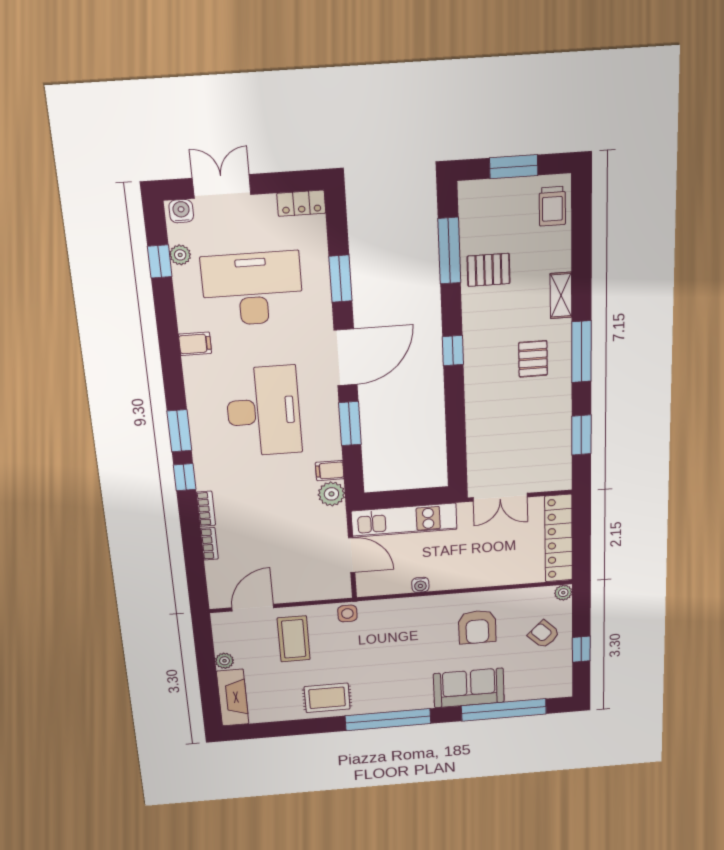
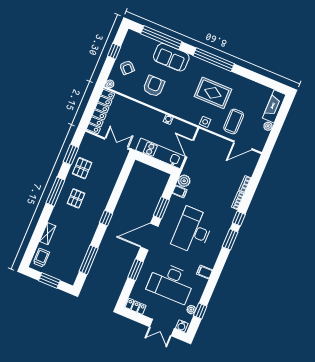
pallet: (489, 270) -> (82, 168), moved, turned 90
shelving: (561, 295) -> (48, 234), moved
rug: (327, 698) -> (213, 93), moved, width x1.36, depth x1.43

